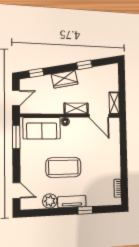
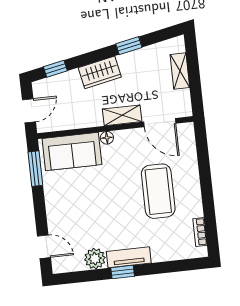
shelving: (114, 103) -> (180, 71), moved
coffee table: (63, 167) -> (158, 191), moved, turned 90
window: (85, 210) -> (123, 272), moved

